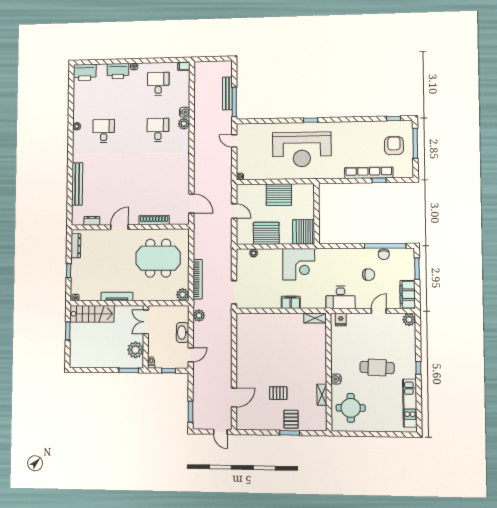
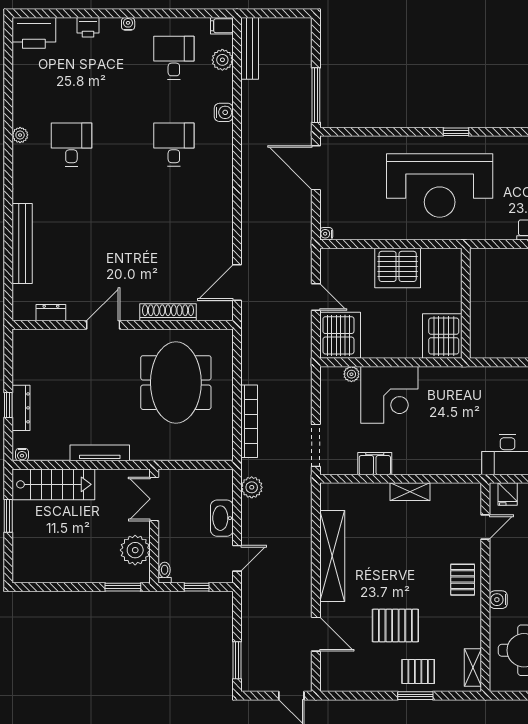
printer: (118, 71) -> (88, 27), width x0.53, depth x0.68
bench: (227, 93) -> (250, 48), moved
plant: (184, 124) -> (222, 60), moved
door: (234, 141) -> (316, 168), width x1.87
door: (191, 204) -> (237, 283), swing flipped
server rack: (266, 233) -> (340, 335), moved, turned 90
dresser: (76, 246) -> (21, 408), moved
meeting table: (158, 258) -> (176, 383), turned 90
corner desk: (299, 264) -> (389, 395), moved
plant: (183, 295) -> (222, 449), removed
filing cabinet: (291, 302) -> (375, 464), moved
shelving: (315, 318) -> (410, 492), moved
door: (328, 338) -> (485, 527), added
shelving: (243, 354) -> (332, 556), added
pallet: (316, 368) -> (463, 580), added
pallet: (278, 393) -> (395, 625), width x1.50, depth x1.42
shelving: (322, 395) -> (473, 668), moved
door: (234, 397) -> (316, 634), hinge flipped
pallet: (291, 419) -> (418, 671), turned 90

